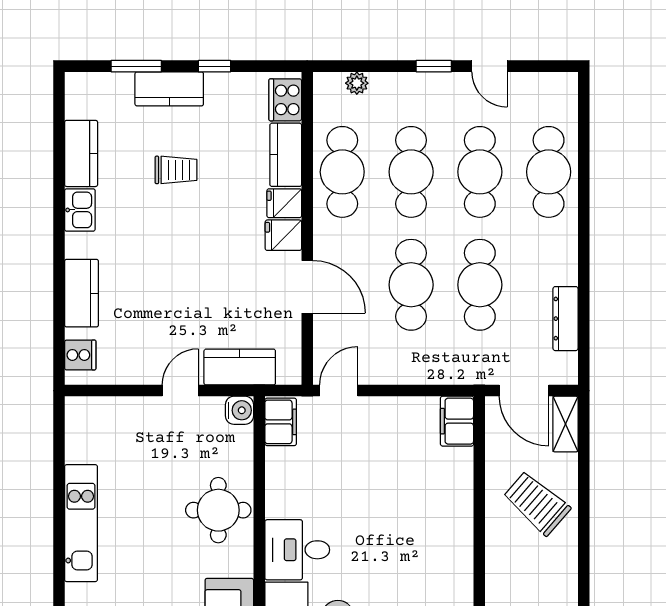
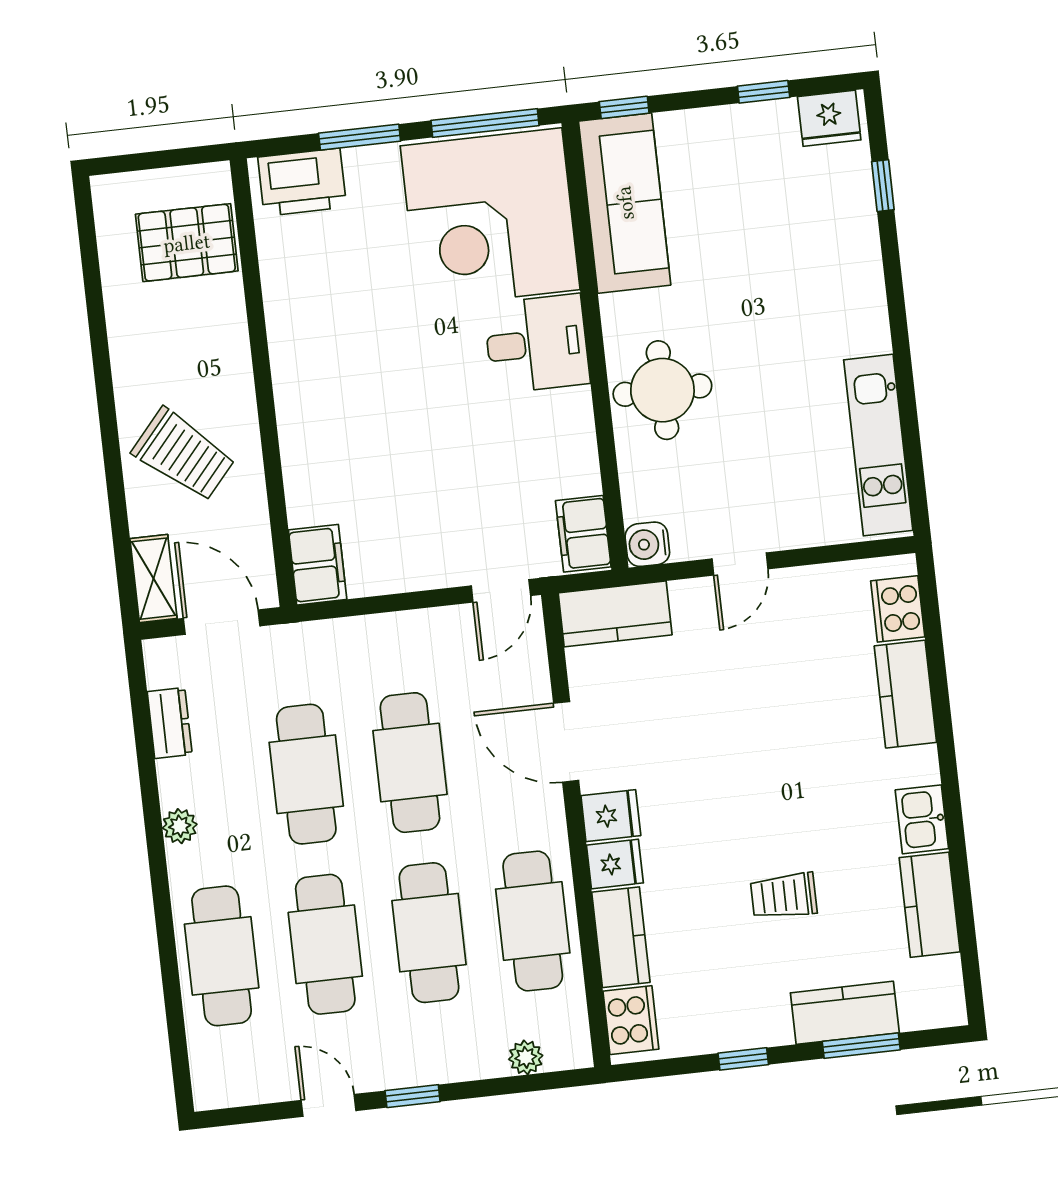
kitchen counter: (169, 89) -> (845, 1013), moved
plant: (566, 260) -> (180, 826), added
dresser: (566, 319) -> (170, 723), width x0.70
cooker: (80, 355) -> (898, 609), width x1.36
kitchen counter: (240, 367) -> (615, 614), moved
kitchen unit: (81, 523) -> (878, 445), moved

